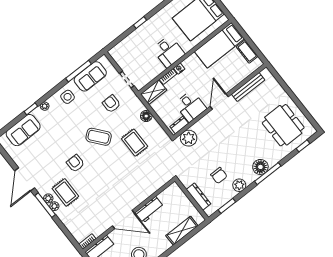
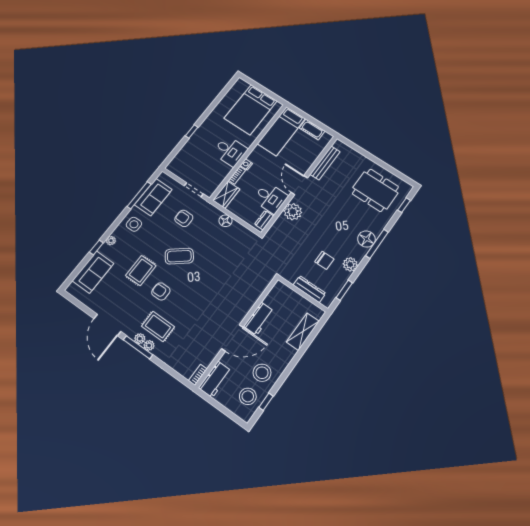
plant: (189, 138) -> (293, 212), moved
rug: (135, 143) -> (141, 271), moved, turned 90

